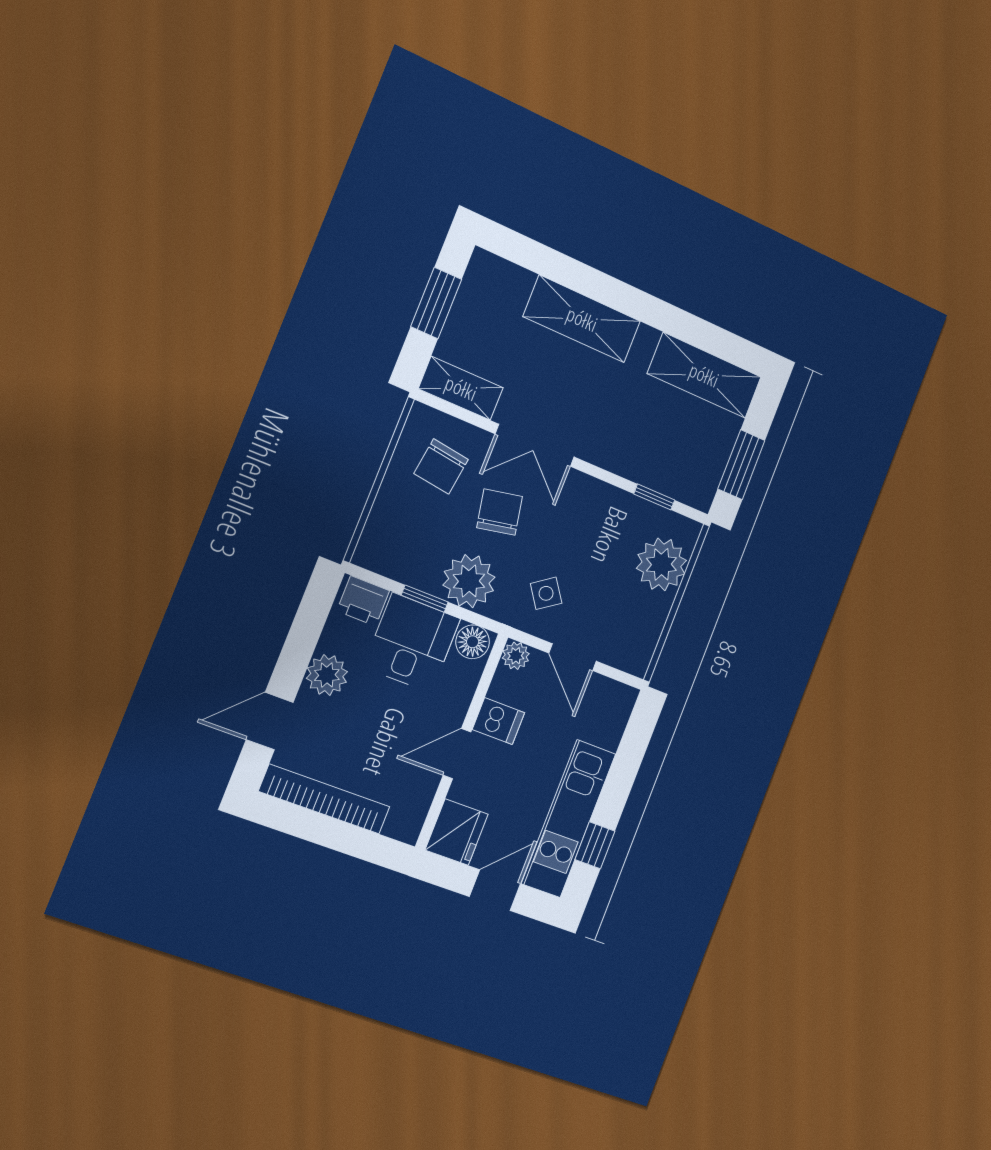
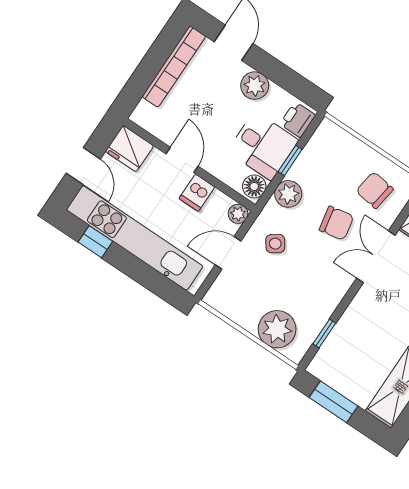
plant: (469, 581) -> (288, 194), width x0.73, depth x0.73
kitchen unit: (569, 819) -> (135, 238), width x1.36

